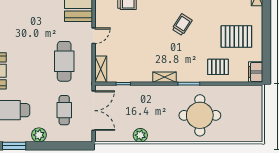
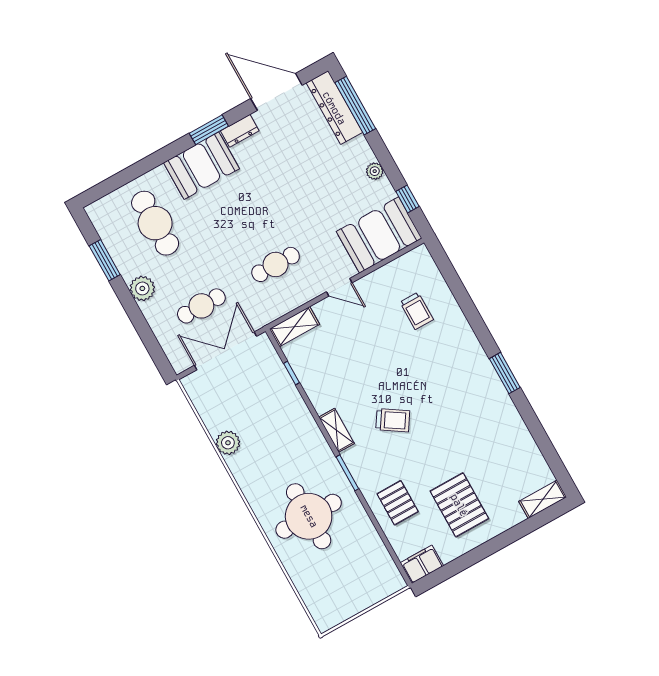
trolley: (182, 25) -> (393, 420), moved
cafe table: (64, 61) -> (276, 264), width x0.73, depth x0.74
double door: (94, 111) -> (226, 351), swing flipped

